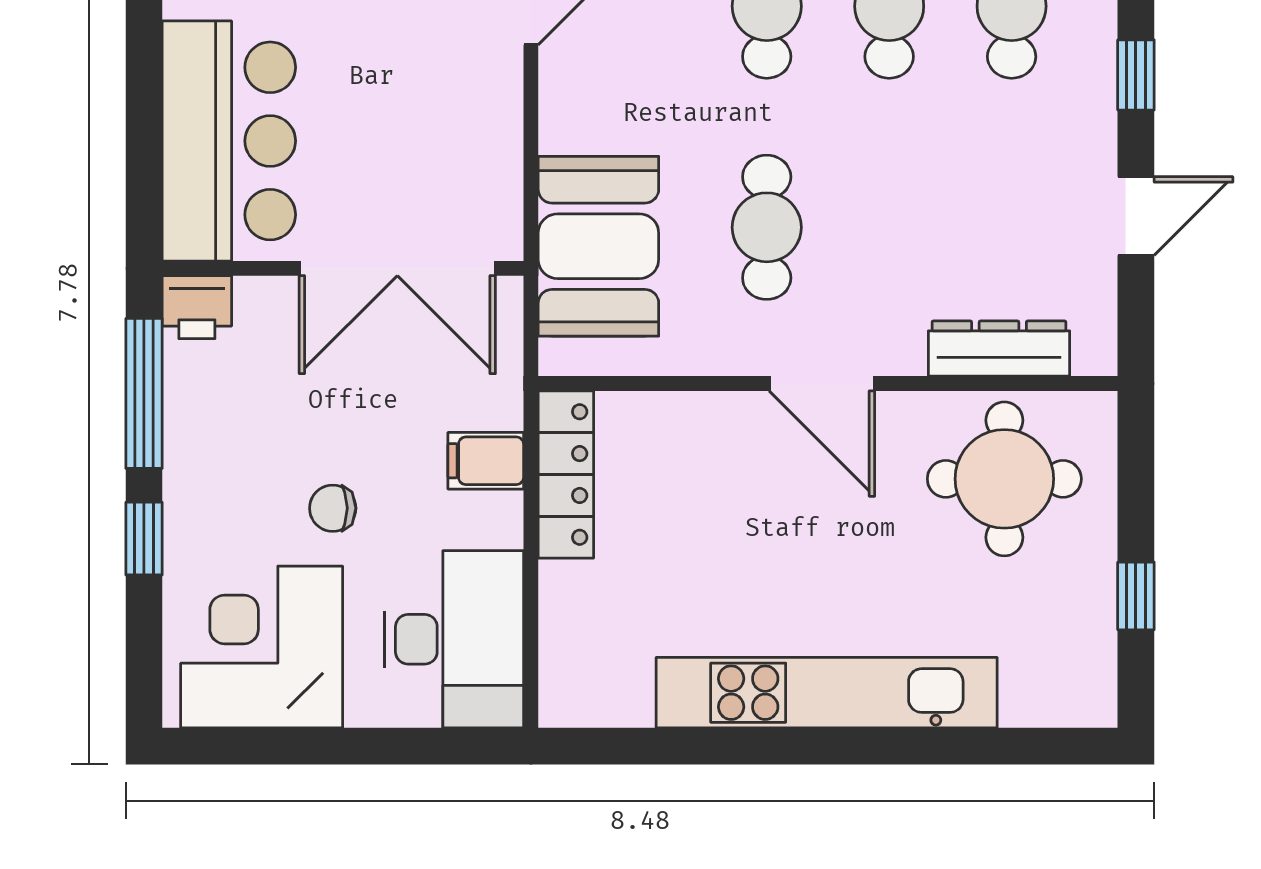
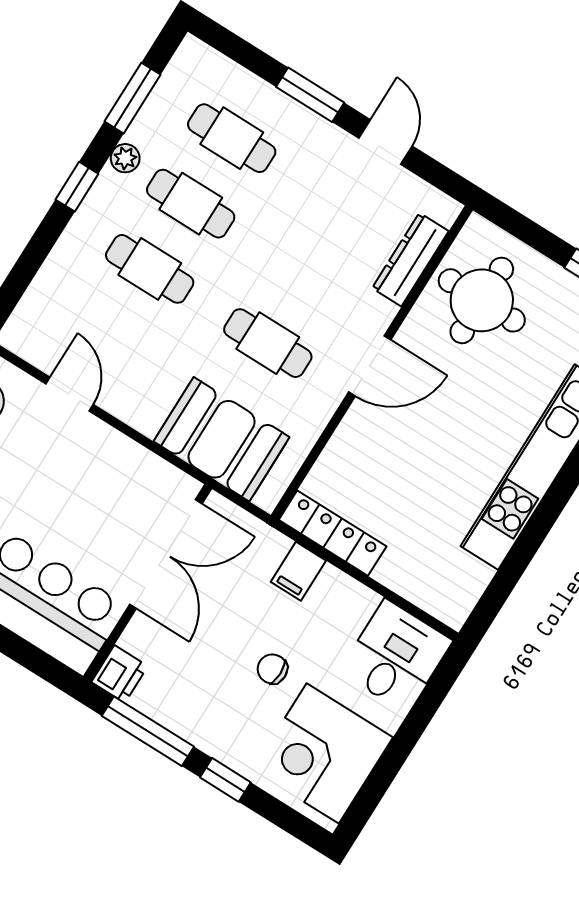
window: (1136, 75) -> (310, 95), width x1.50
chair: (333, 508) -> (272, 669), turned 90
desk: (454, 639) -> (396, 656), width x0.73

